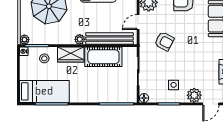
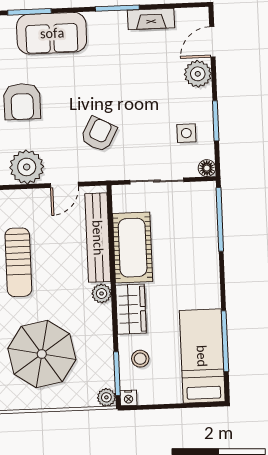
door: (138, 22) -> (64, 185), hinge flipped
side table: (174, 85) -> (186, 133), moved
door: (211, 104) -> (212, 42), swing flipped

